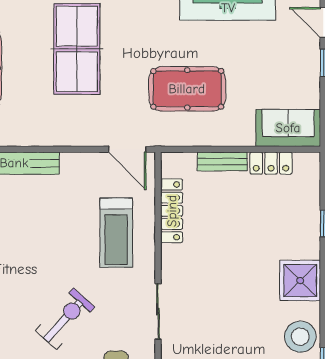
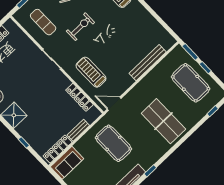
pool table: (187, 89) -> (113, 143), turned 90
locker: (271, 163) -> (58, 149), width x1.53
exercise bike: (65, 319) -> (80, 27), turned -132

